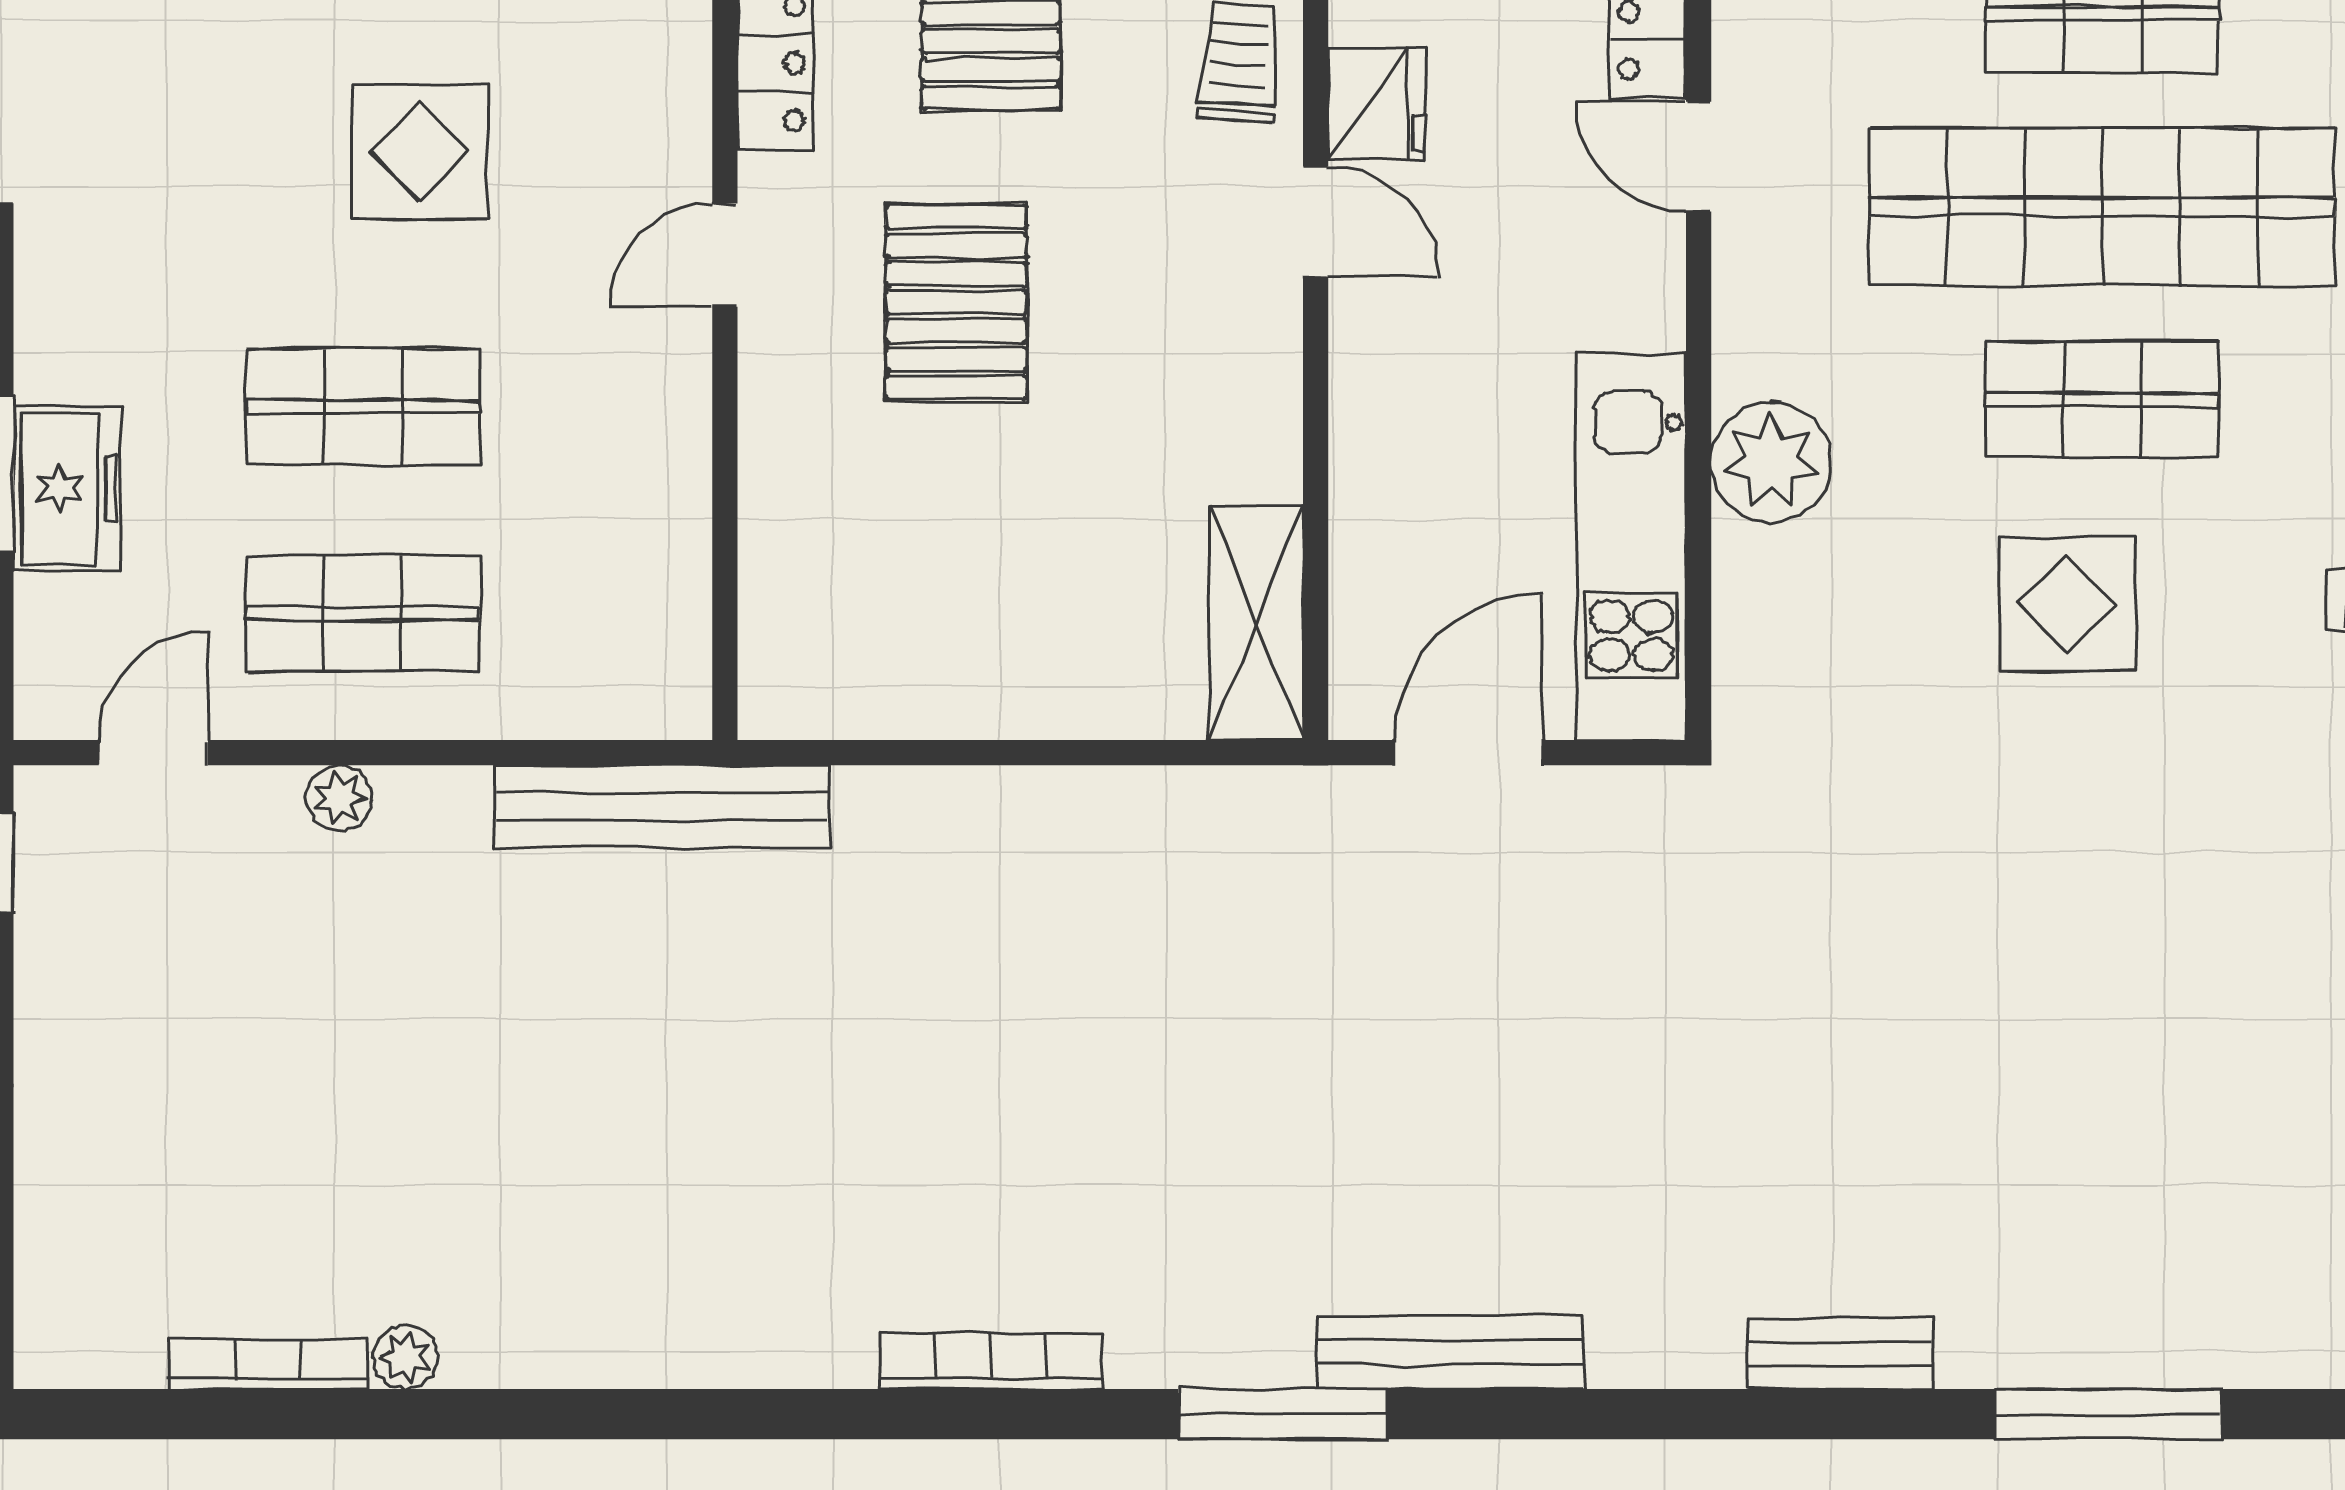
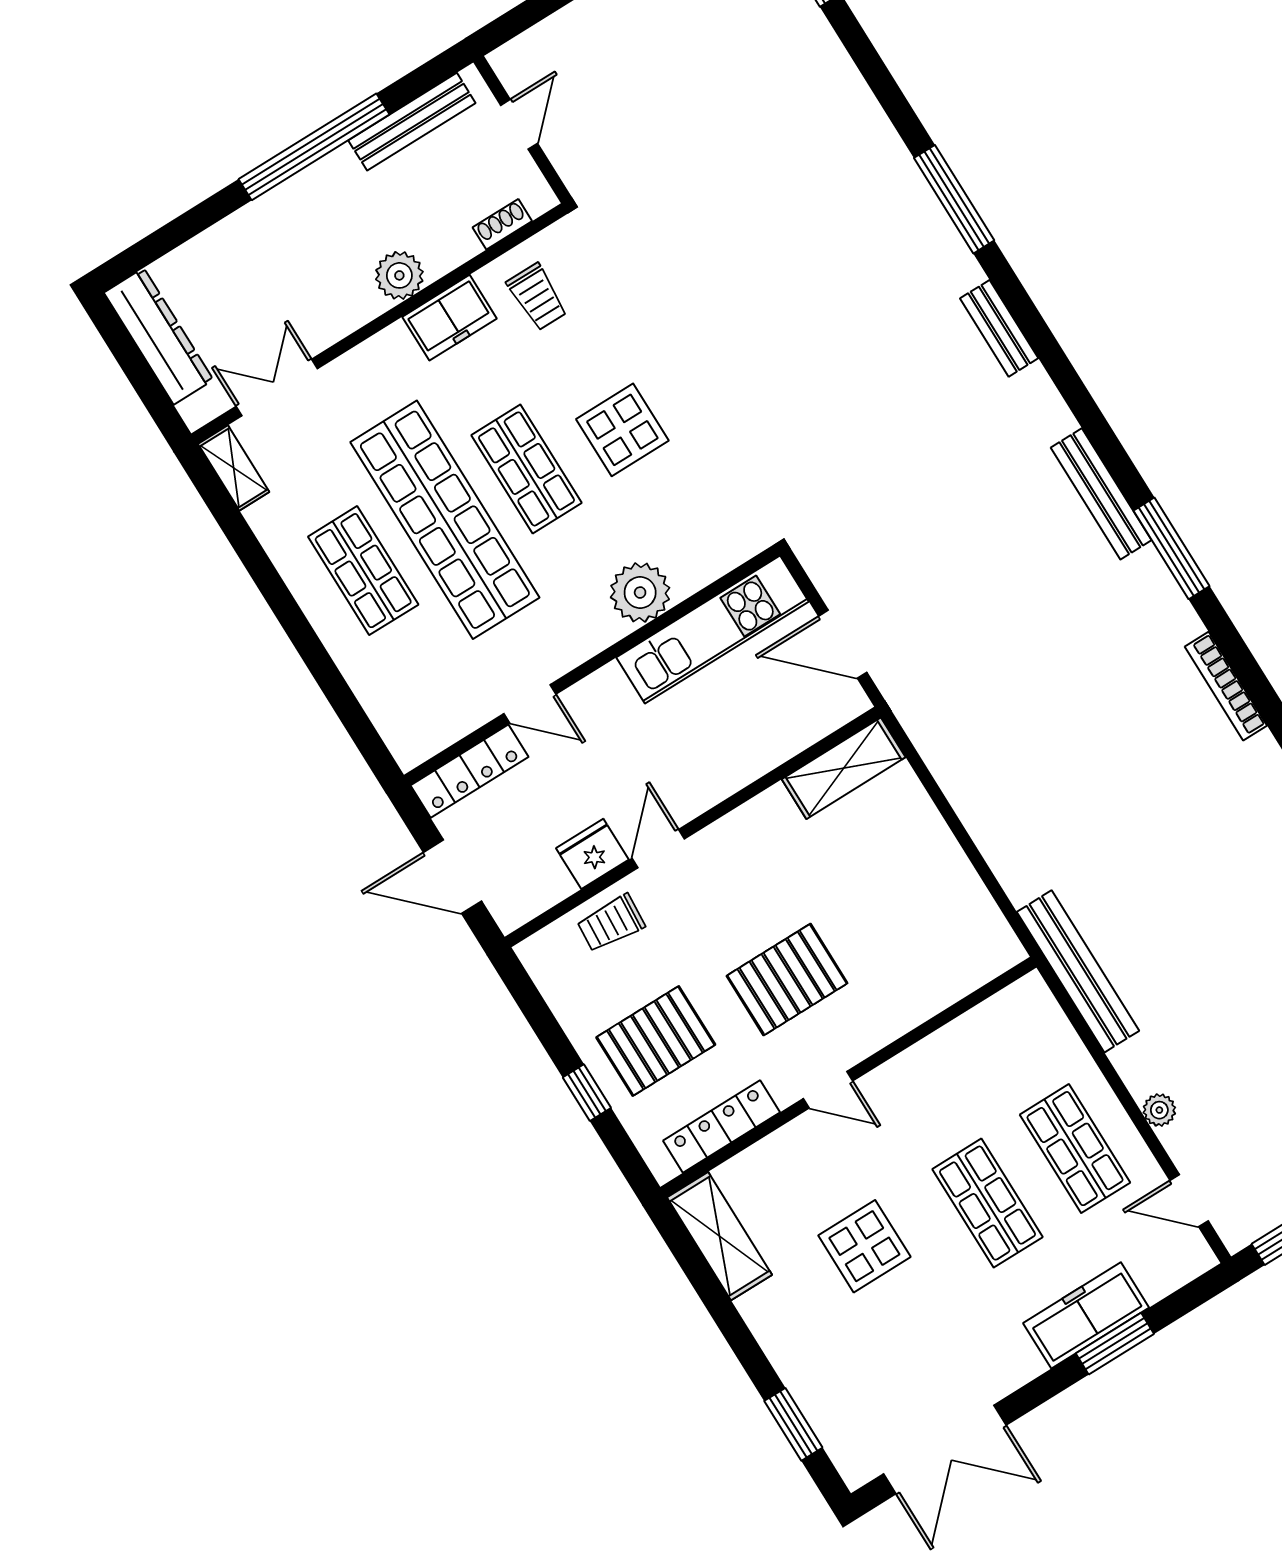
door: (1699, 157) -> (530, 704), hinge flipped
freezer: (67, 489) -> (1086, 1315), width x1.40

